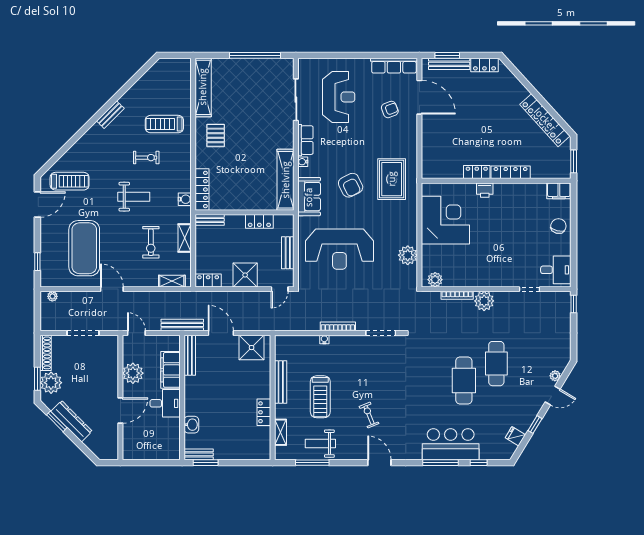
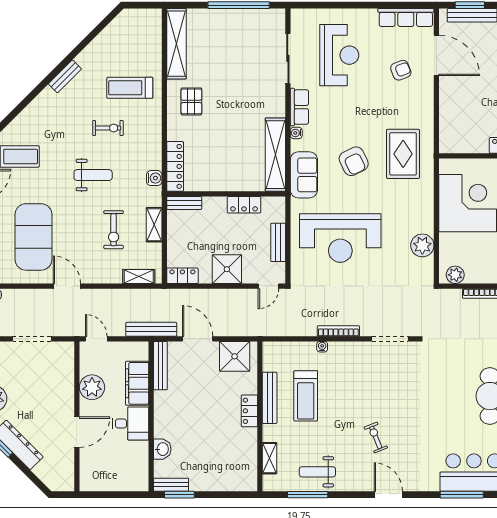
treadmill: (320, 397) -> (306, 396), moved
locker: (264, 412) -> (249, 411), moved

